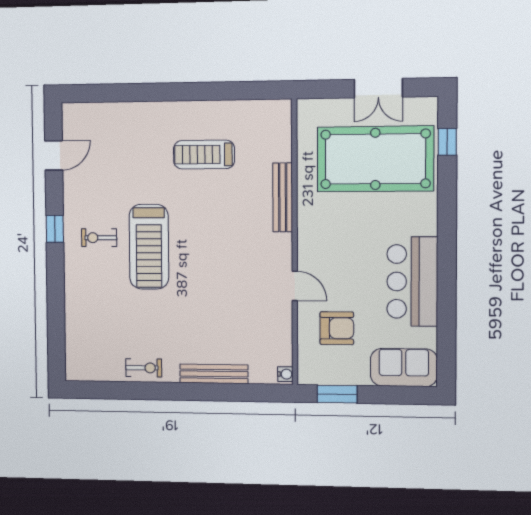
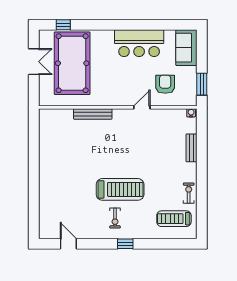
treadmill: (204, 155) -> (174, 219), moved, turned 90
window: (55, 229) -> (125, 244), moved
bench: (214, 374) -> (192, 148), width x0.73

